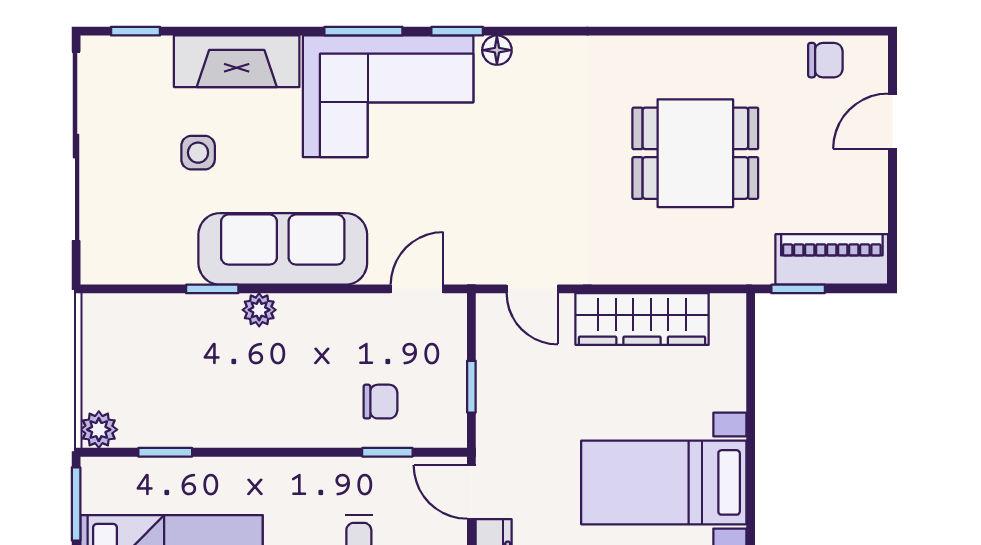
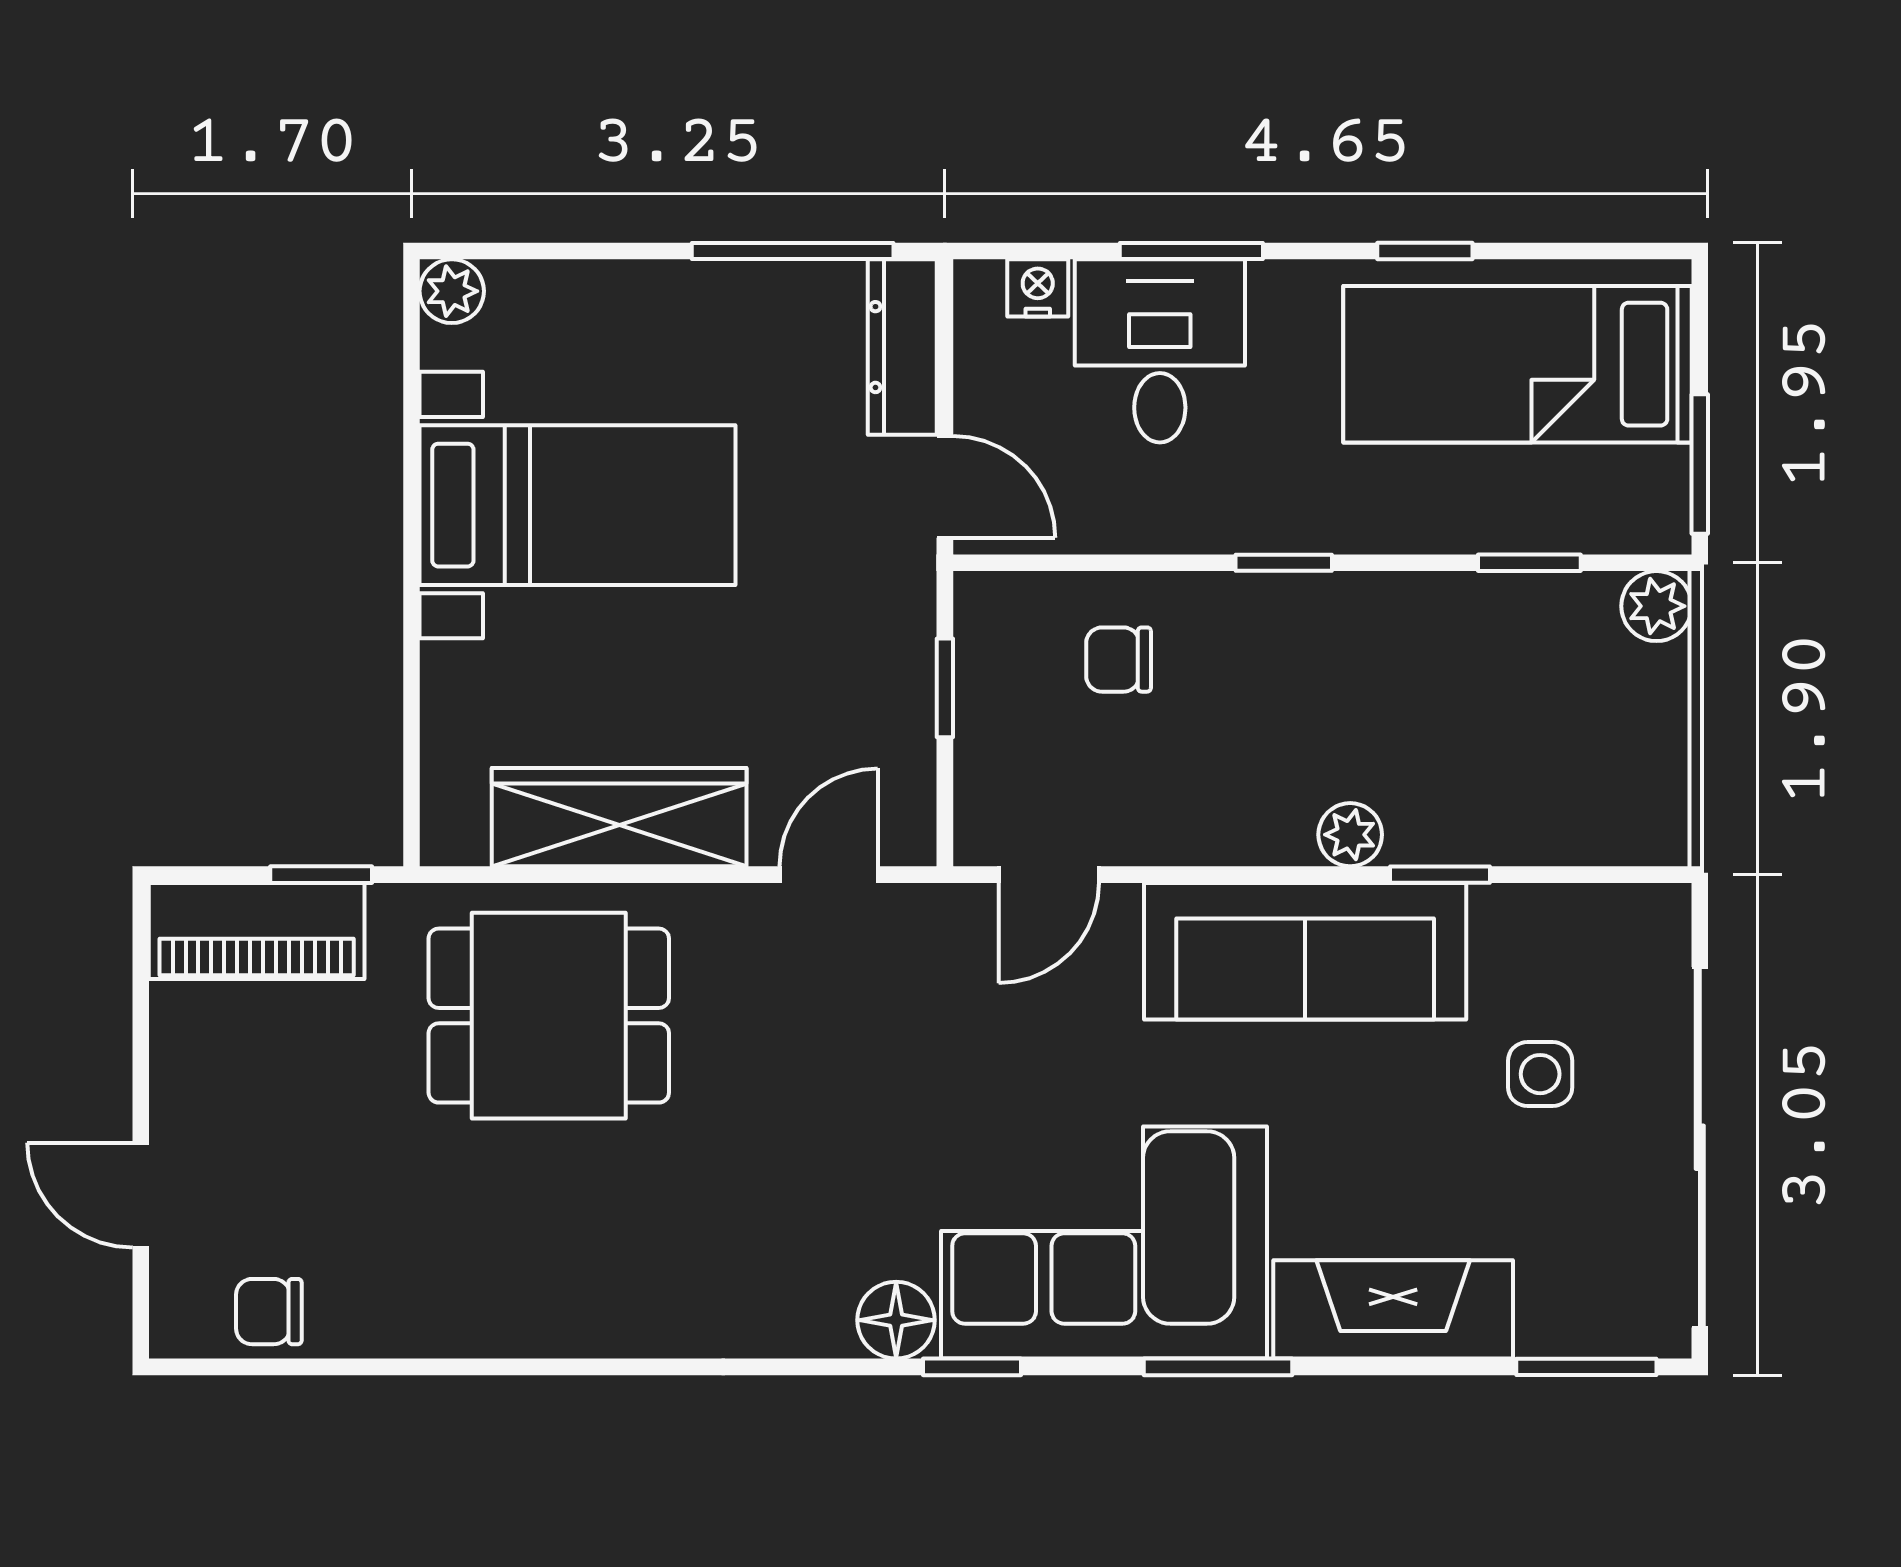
window: (135, 31) -> (1586, 1367), width x1.50
window: (363, 31) -> (1218, 1367), moved
floor lamp: (497, 50) -> (896, 1320), width x1.37, depth x1.37
door: (892, 121) -> (141, 1195), swing flipped
side table: (198, 153) -> (1540, 1074), moved
dining table: (695, 153) -> (549, 1016), moved
door: (532, 289) -> (829, 875), hinge flipped
window: (387, 452) -> (1284, 563), moved

